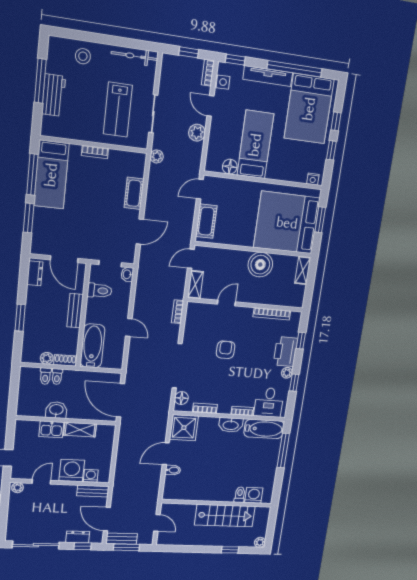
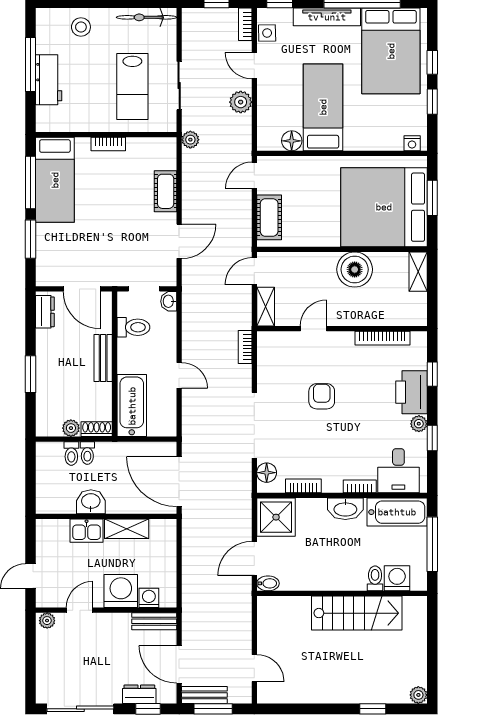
toilet: (240, 495) -> (375, 578), moved
washing machine: (254, 495) -> (397, 578), moved
wall: (217, 503) -> (342, 593), moved
stairs: (225, 516) -> (357, 613), moved

